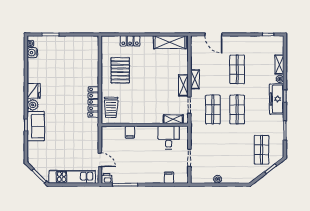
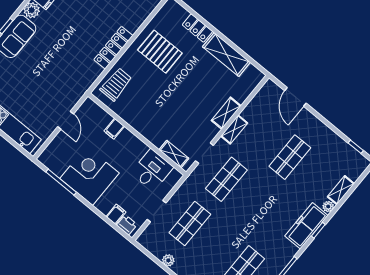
shelving: (170, 42) -> (226, 55), moved
pallet: (120, 70) -> (160, 52), turned 90
shelving: (183, 85) -> (226, 113), moved
locker: (93, 102) -> (113, 48), moved
trolley: (111, 107) -> (116, 84), turned 180
shop shelf: (237, 110) -> (190, 224), moved
door: (100, 160) -> (66, 120), moved
corner desk: (137, 169) -> (89, 176), added
printer: (107, 178) -> (127, 225), moved

